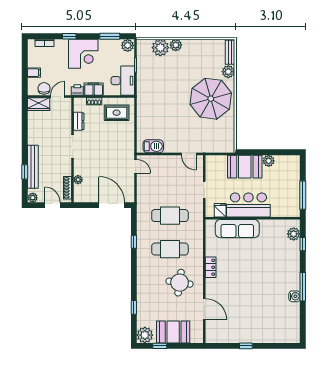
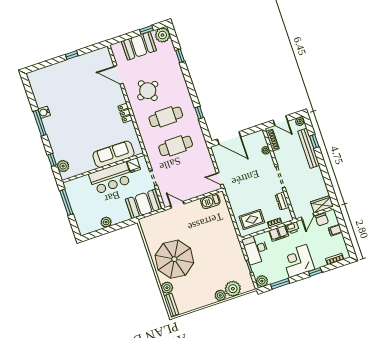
booth: (245, 167) -> (143, 204), moved
round table: (180, 283) -> (148, 91), turned -32

